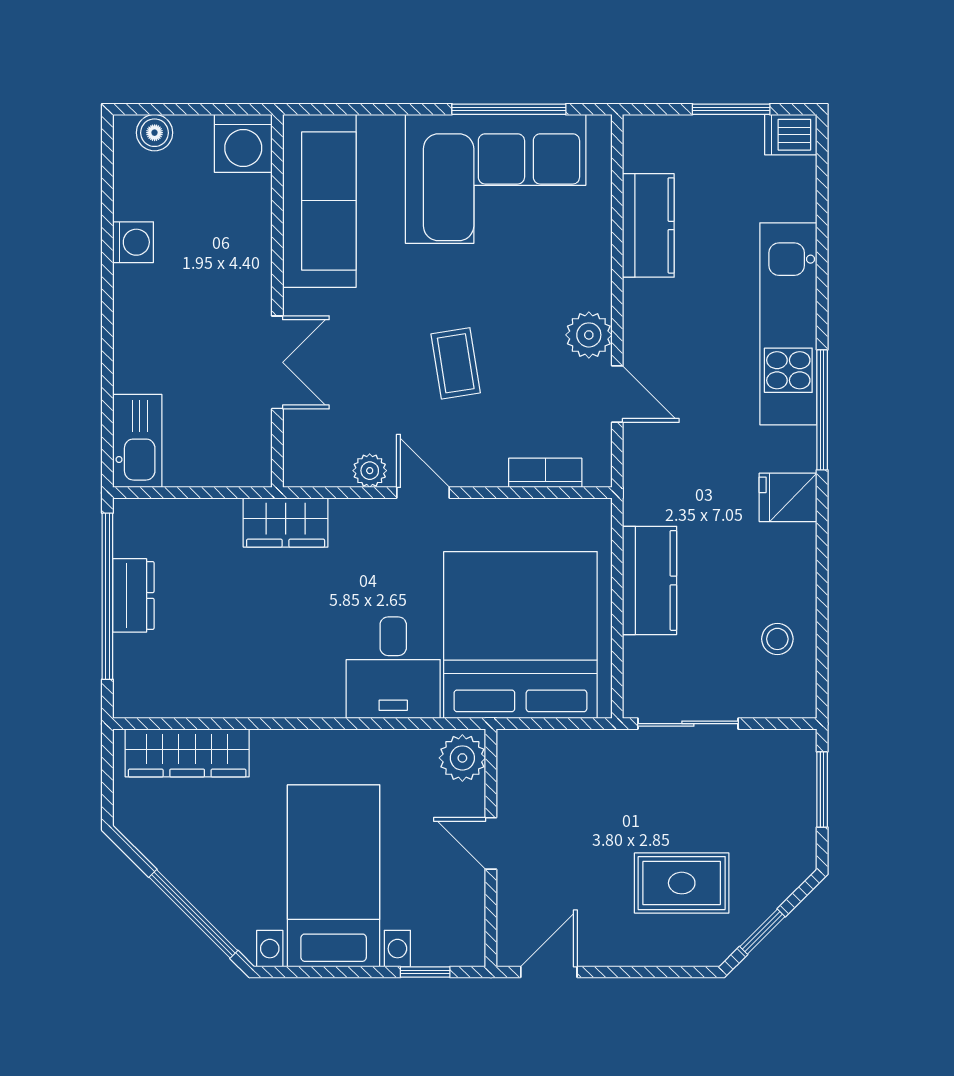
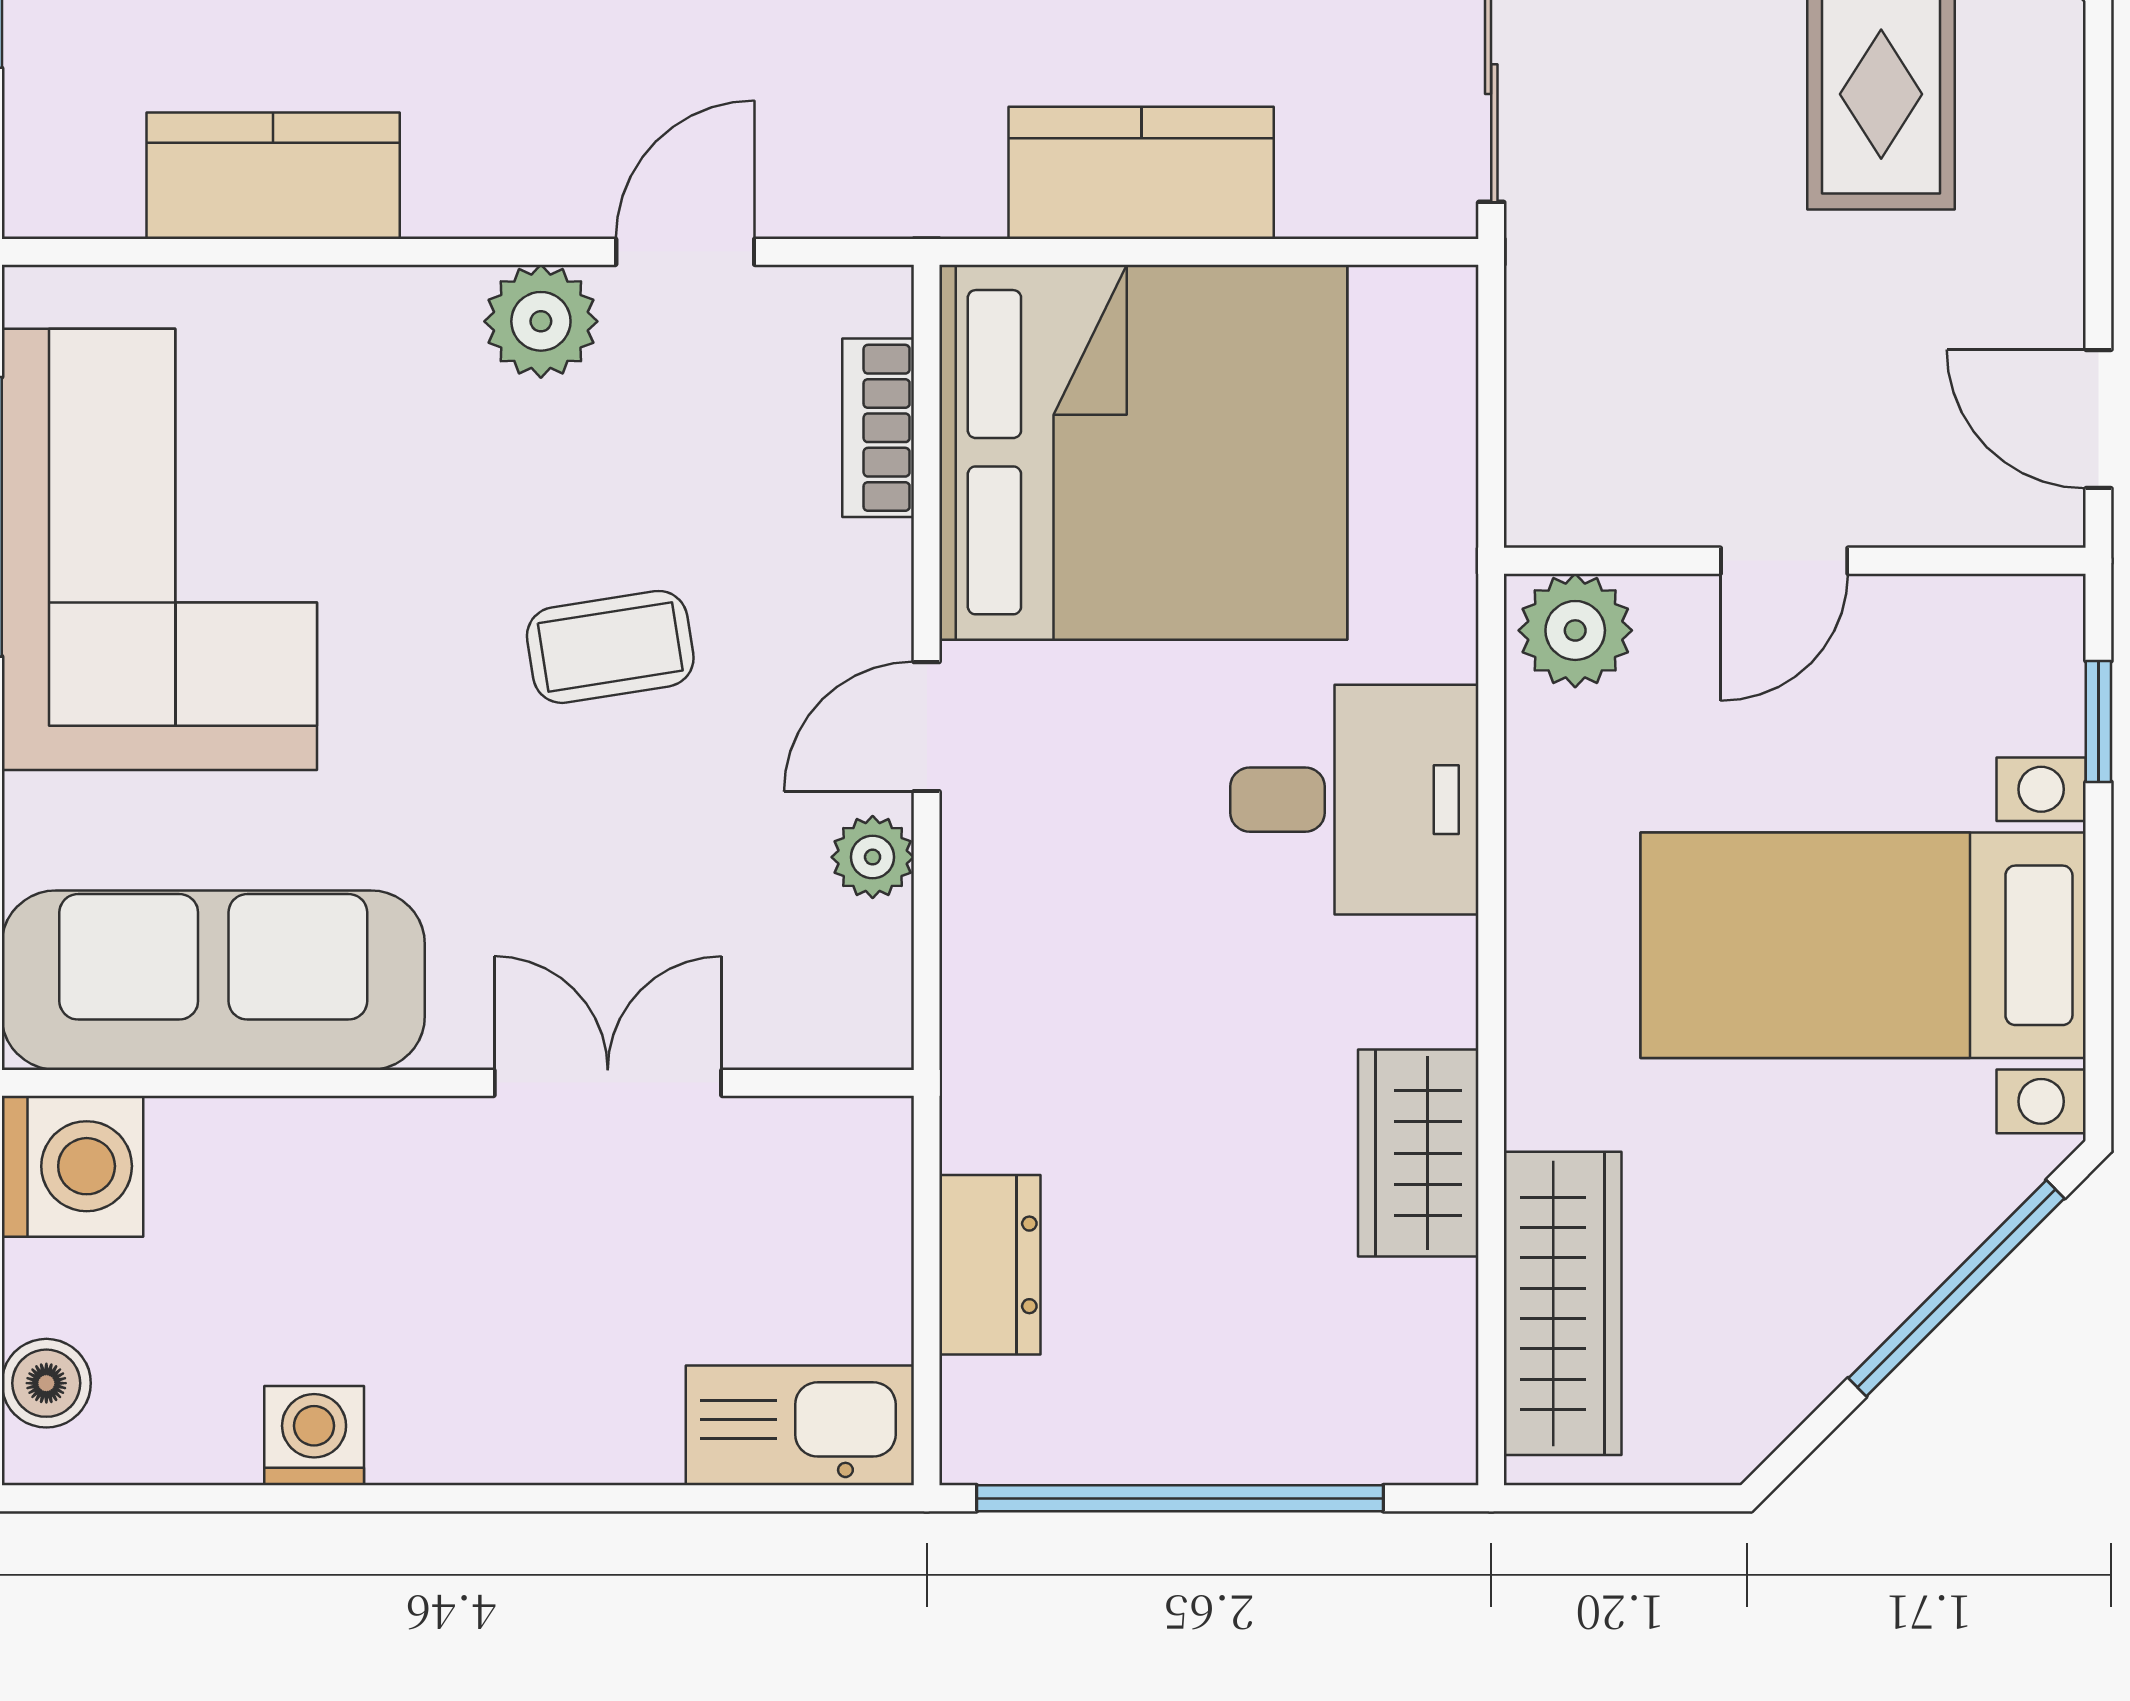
wardrobe: (286, 523) -> (1418, 1153), moved, turned 180
dresser: (133, 595) -> (990, 1265), moved, turned 90
bed: (520, 635) -> (1143, 452), moved, turned 180

